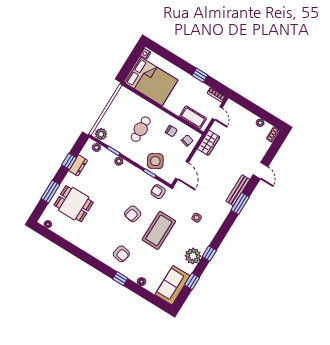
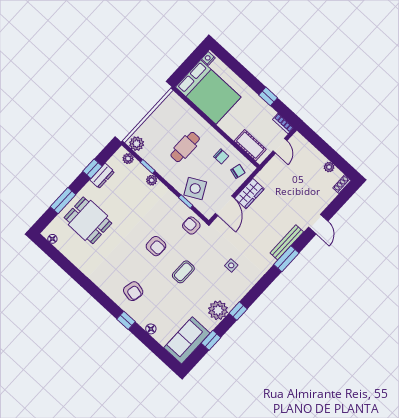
wardrobe: (209, 143) -> (249, 194), moved
armchair: (133, 214) -> (156, 246), turned -103
coffee table: (159, 230) -> (183, 272), width x0.54, depth x0.58

